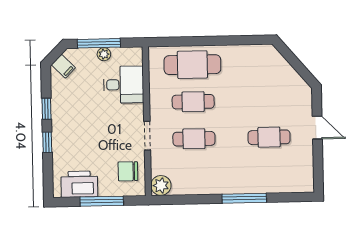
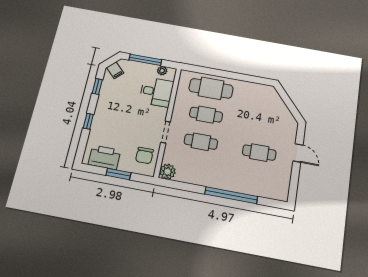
plant: (104, 54) -> (162, 71), moved
window: (47, 109) -> (97, 86), moved
chair: (128, 171) -> (144, 155), turned -90
window: (244, 198) -> (231, 195), width x1.46
window: (102, 201) -> (118, 174), width x0.69

